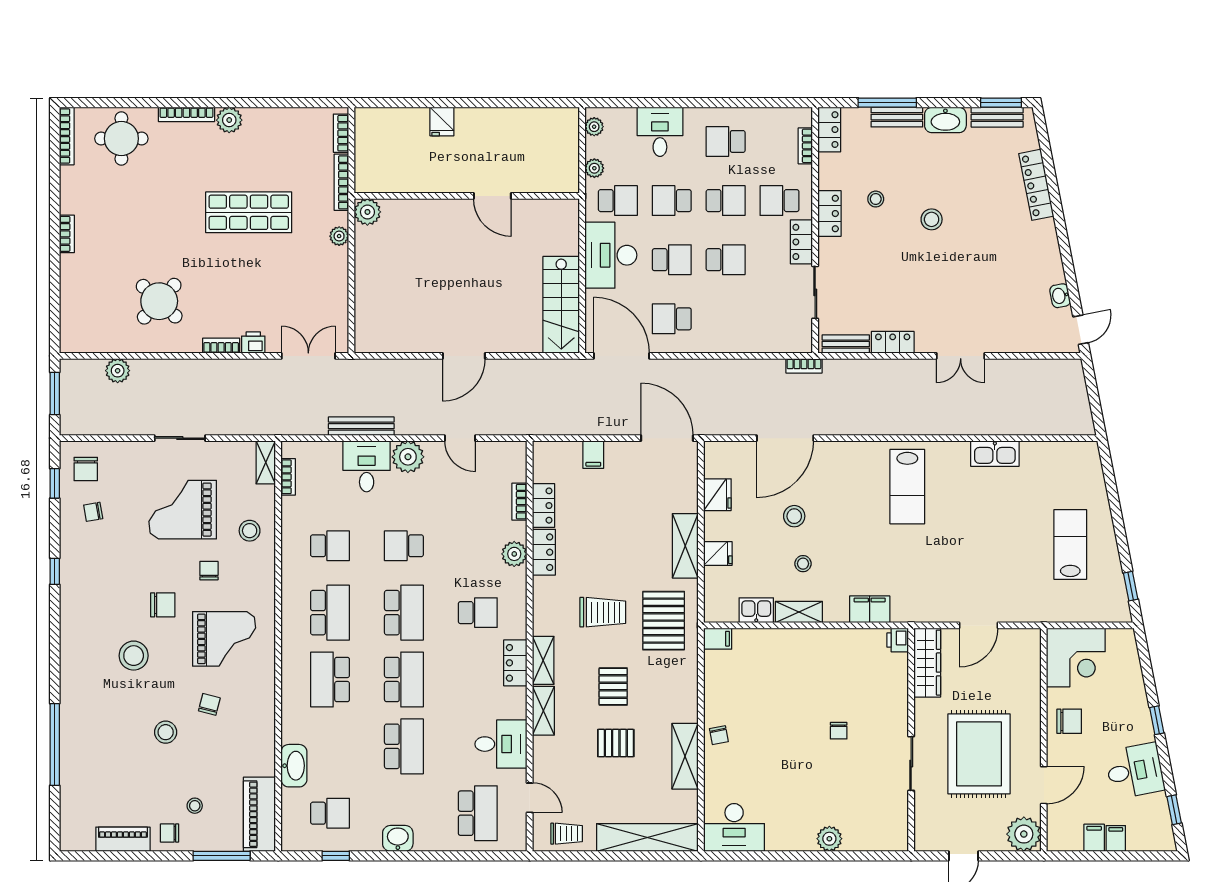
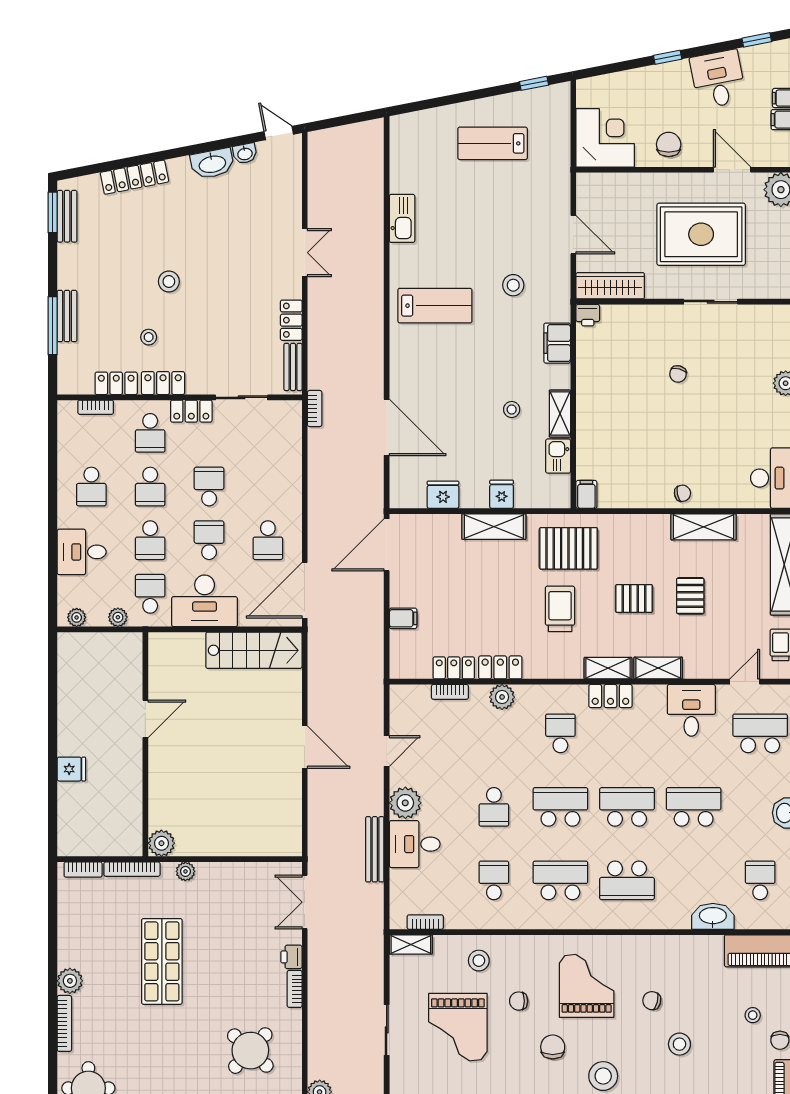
washbasin: (945, 120) -> (212, 164), moved, turned 79
locker: (829, 130) -> (116, 383), moved
school desk: (726, 201) -> (150, 487), turned 180
stool: (794, 516) -> (513, 285), moved
chair: (839, 731) -> (678, 374), turned 105

